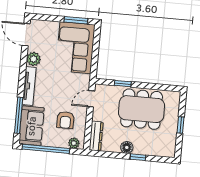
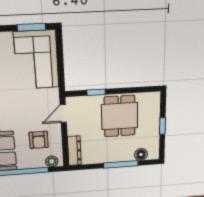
dining table: (142, 109) -> (120, 116), width x0.73
floor lamp: (127, 147) -> (141, 154), moved
window: (138, 157) -> (121, 164), width x2.17

